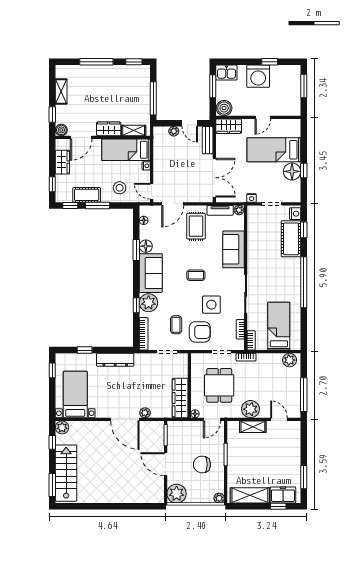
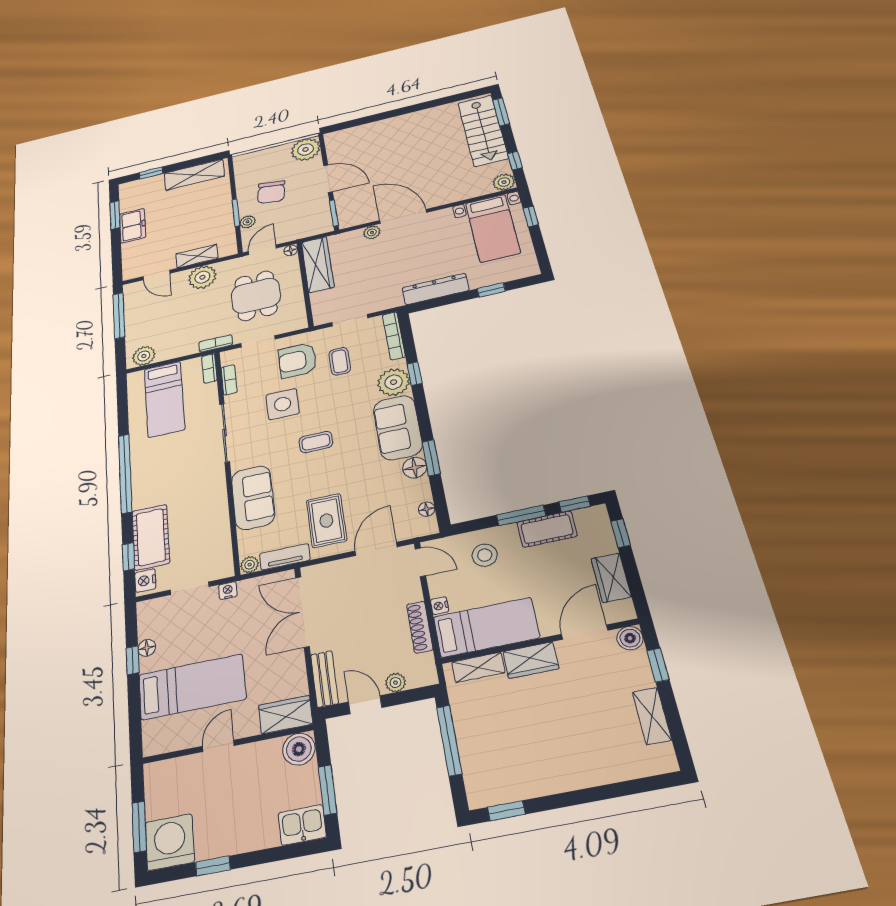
window: (96, 62) -> (590, 795), removed
washing machine: (258, 76) -> (170, 842), moved
shoe rack: (158, 157) -> (420, 627), added
floor lamp: (292, 171) -> (147, 648), width x0.53, depth x0.53
window: (52, 370) -> (531, 216), moved
chair: (202, 464) -> (271, 192), turned 98
freezer: (283, 495) -> (133, 226), moved, turned -90
plant: (219, 498) -> (247, 222), moved

